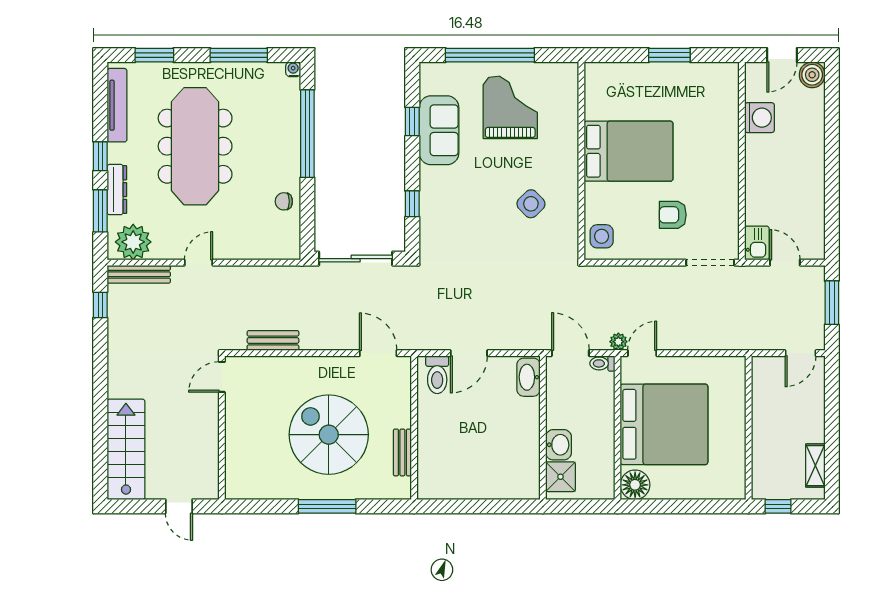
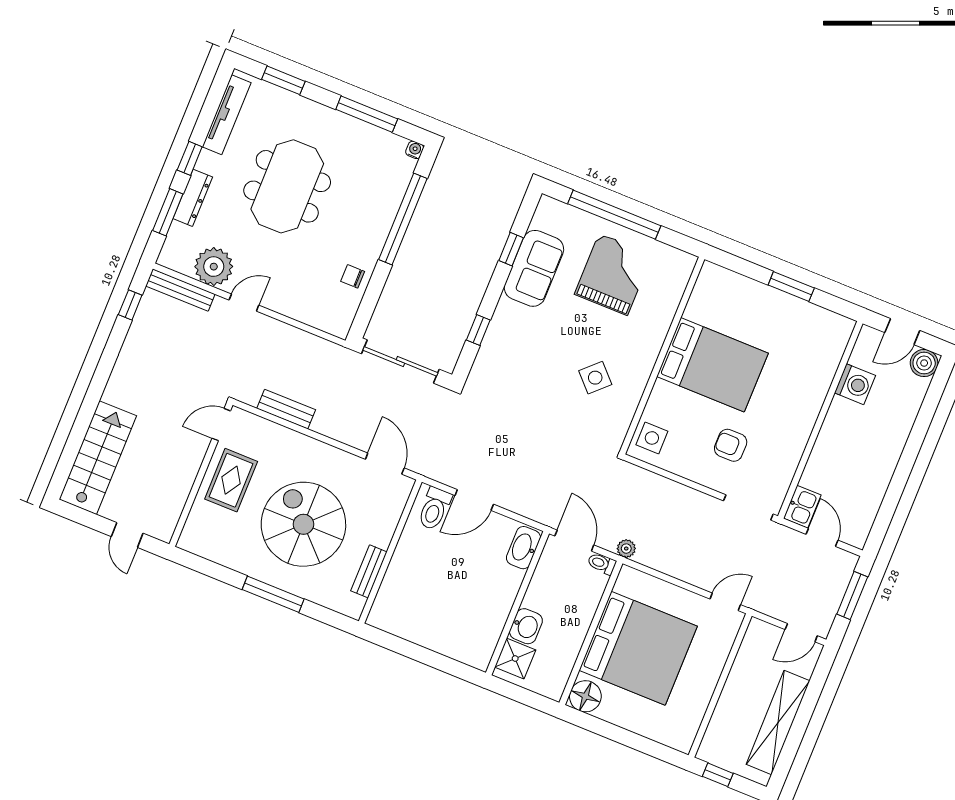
meeting table: (195, 146) -> (287, 186), width x0.73
plant: (133, 242) -> (214, 267), moved
door: (642, 353) -> (725, 602), moved
rug: (250, 422) -> (231, 480), added
shelving: (815, 466) -> (778, 723), width x2.20, depth x1.33

